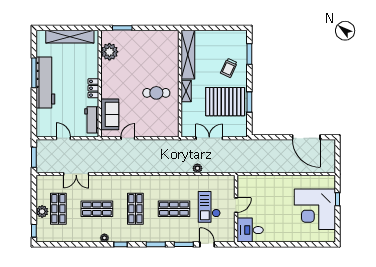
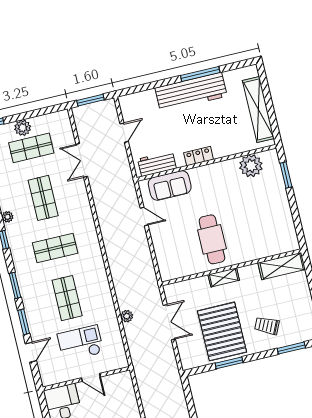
shelving: (188, 55) -> (282, 266), width x0.68
cafe table: (156, 93) -> (212, 239), width x1.37, depth x1.35

